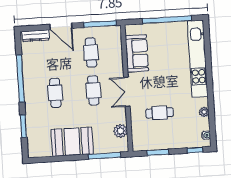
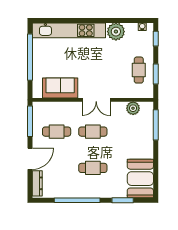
plant: (204, 112) -> (116, 32), width x1.87, depth x1.87
cafe table: (159, 113) -> (139, 70), moved
booth: (72, 142) -> (140, 179), moved

